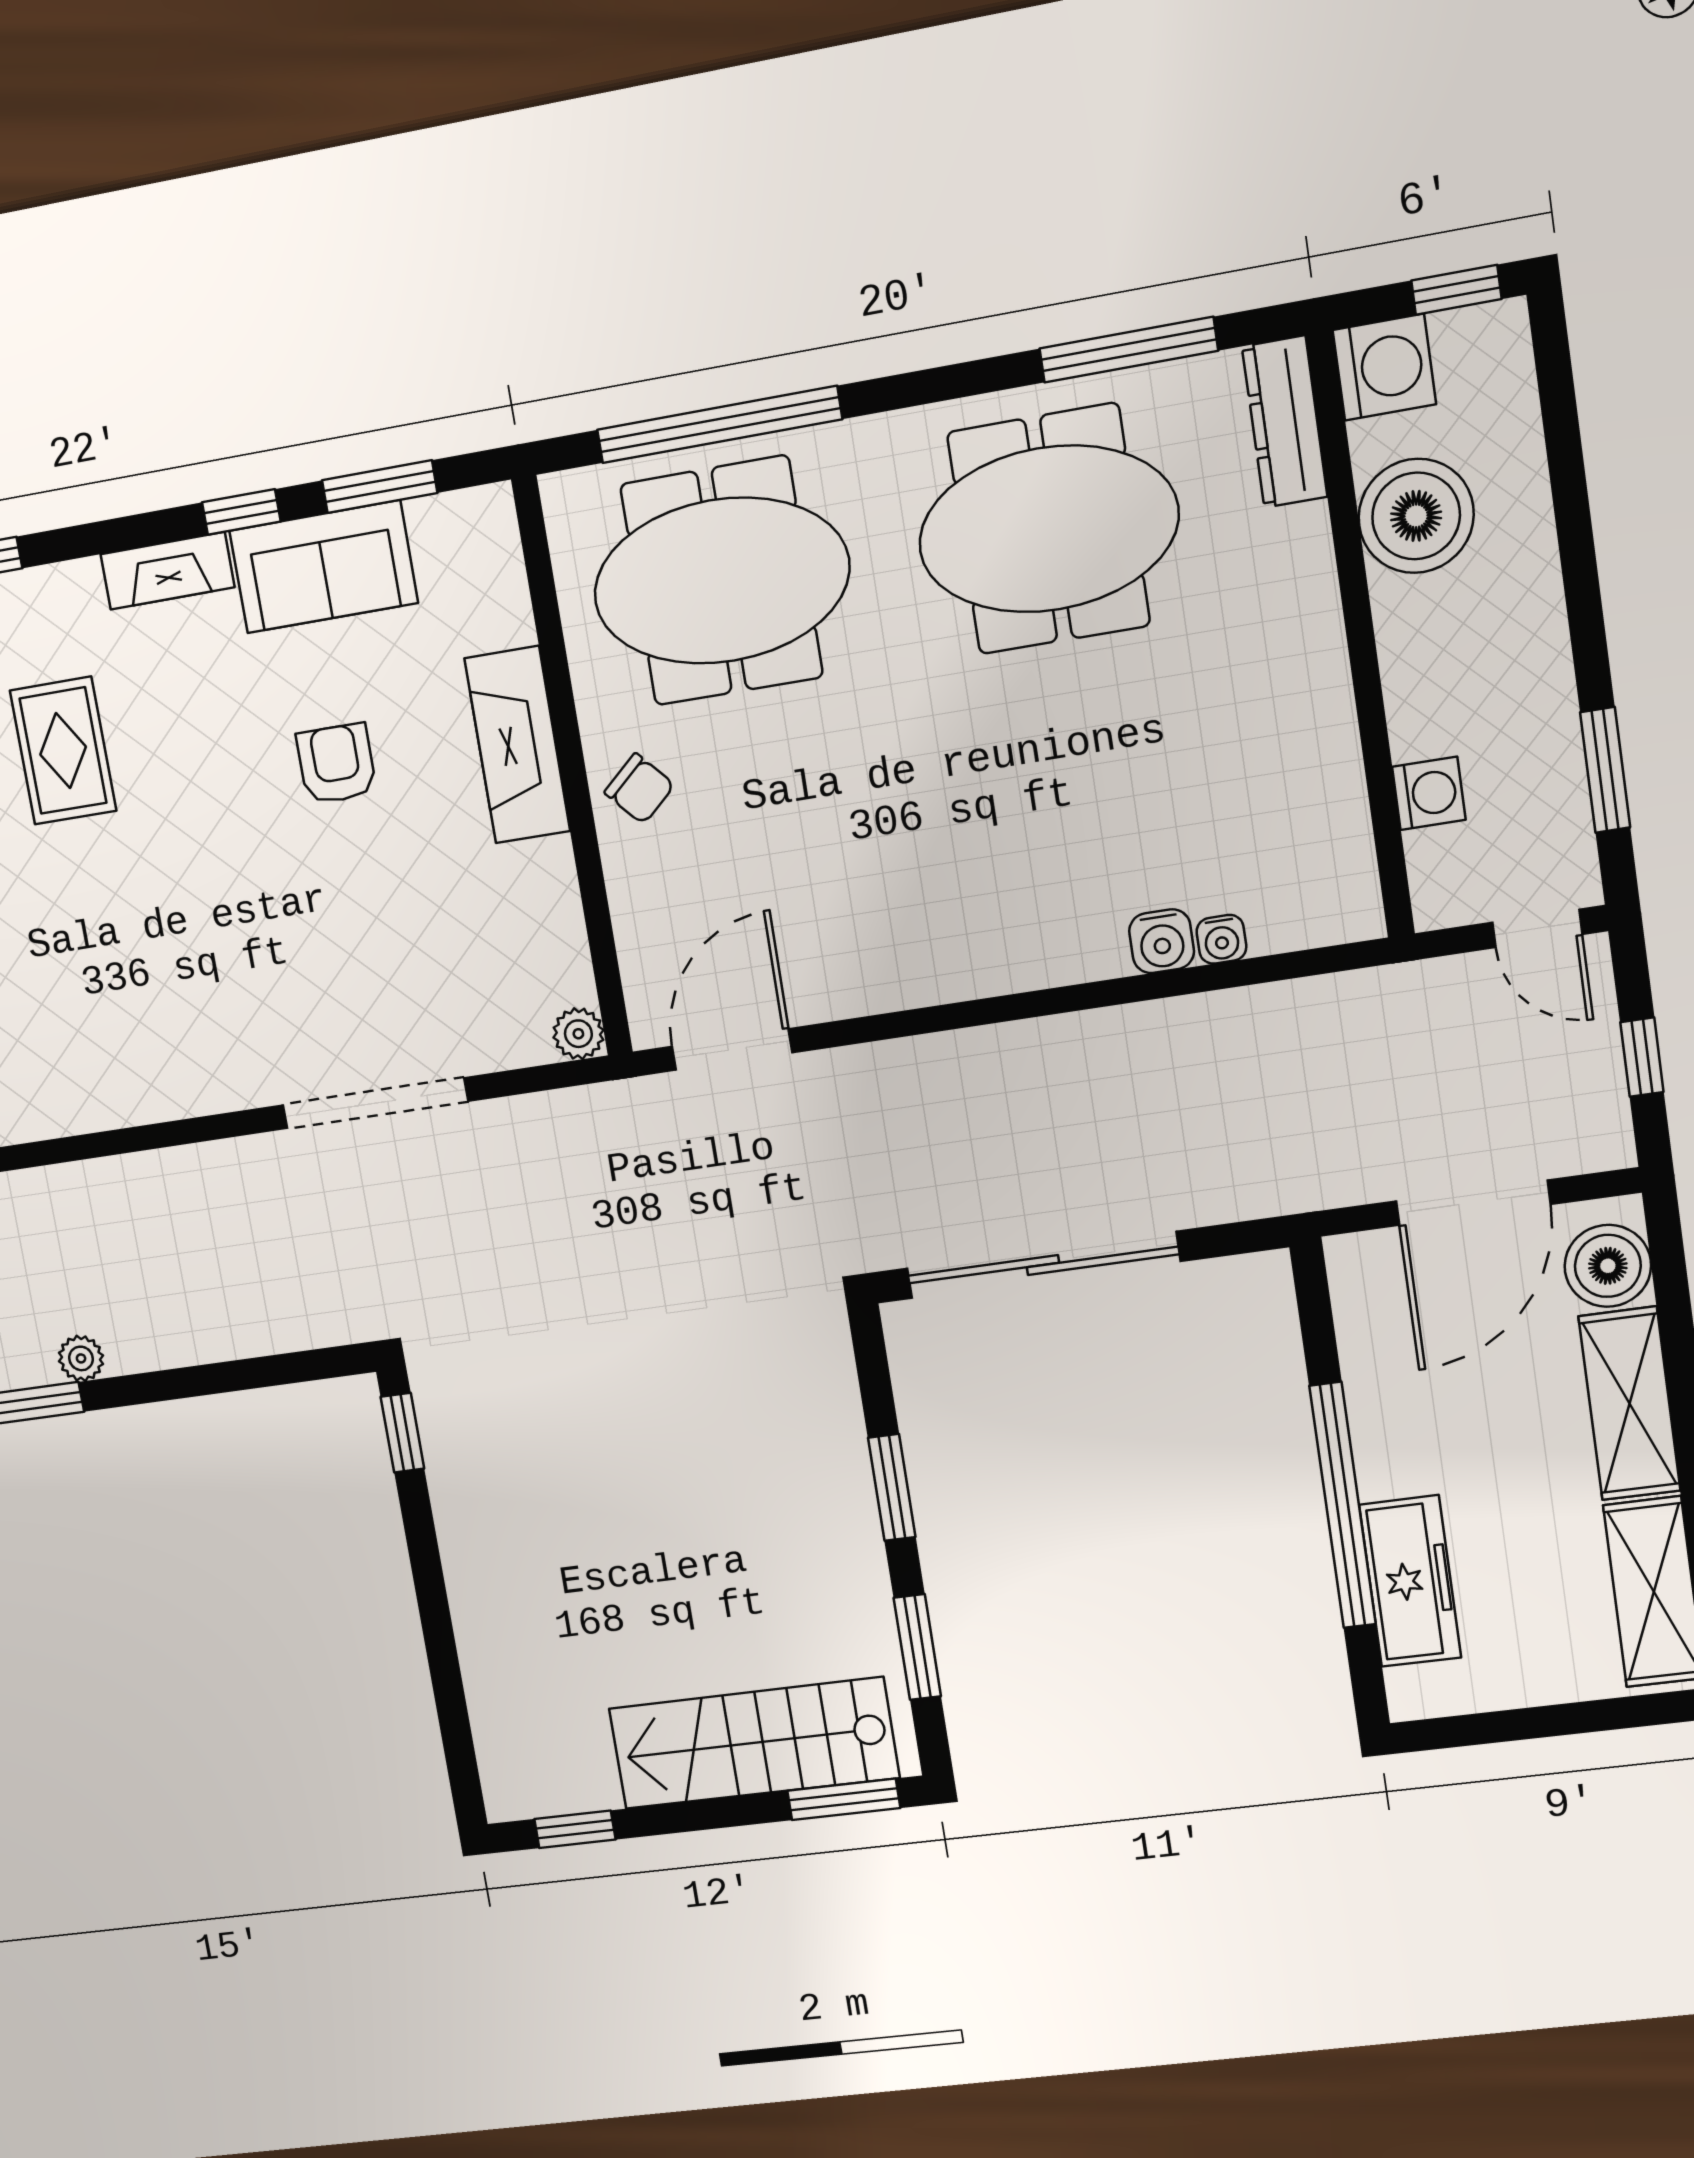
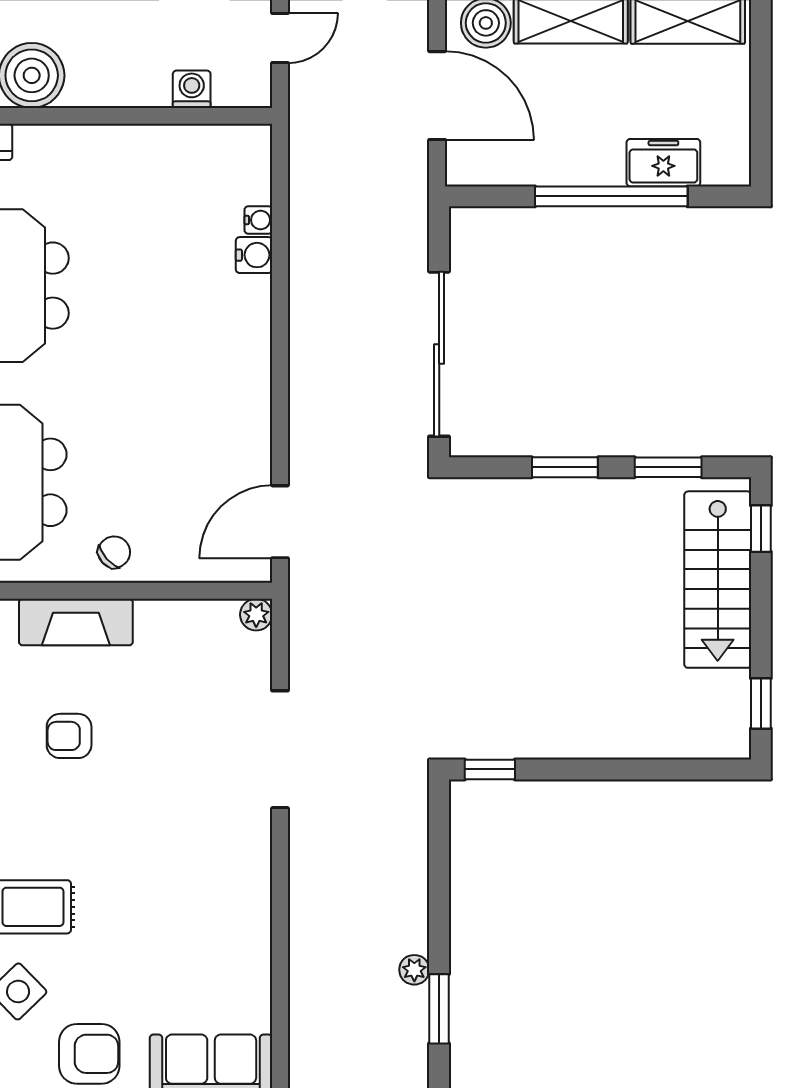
door: (732, 1049) -> (280, 522), hinge flipped
freezer: (1410, 1581) -> (663, 163), width x0.71
window: (844, 1799) -> (761, 529), width x0.67

